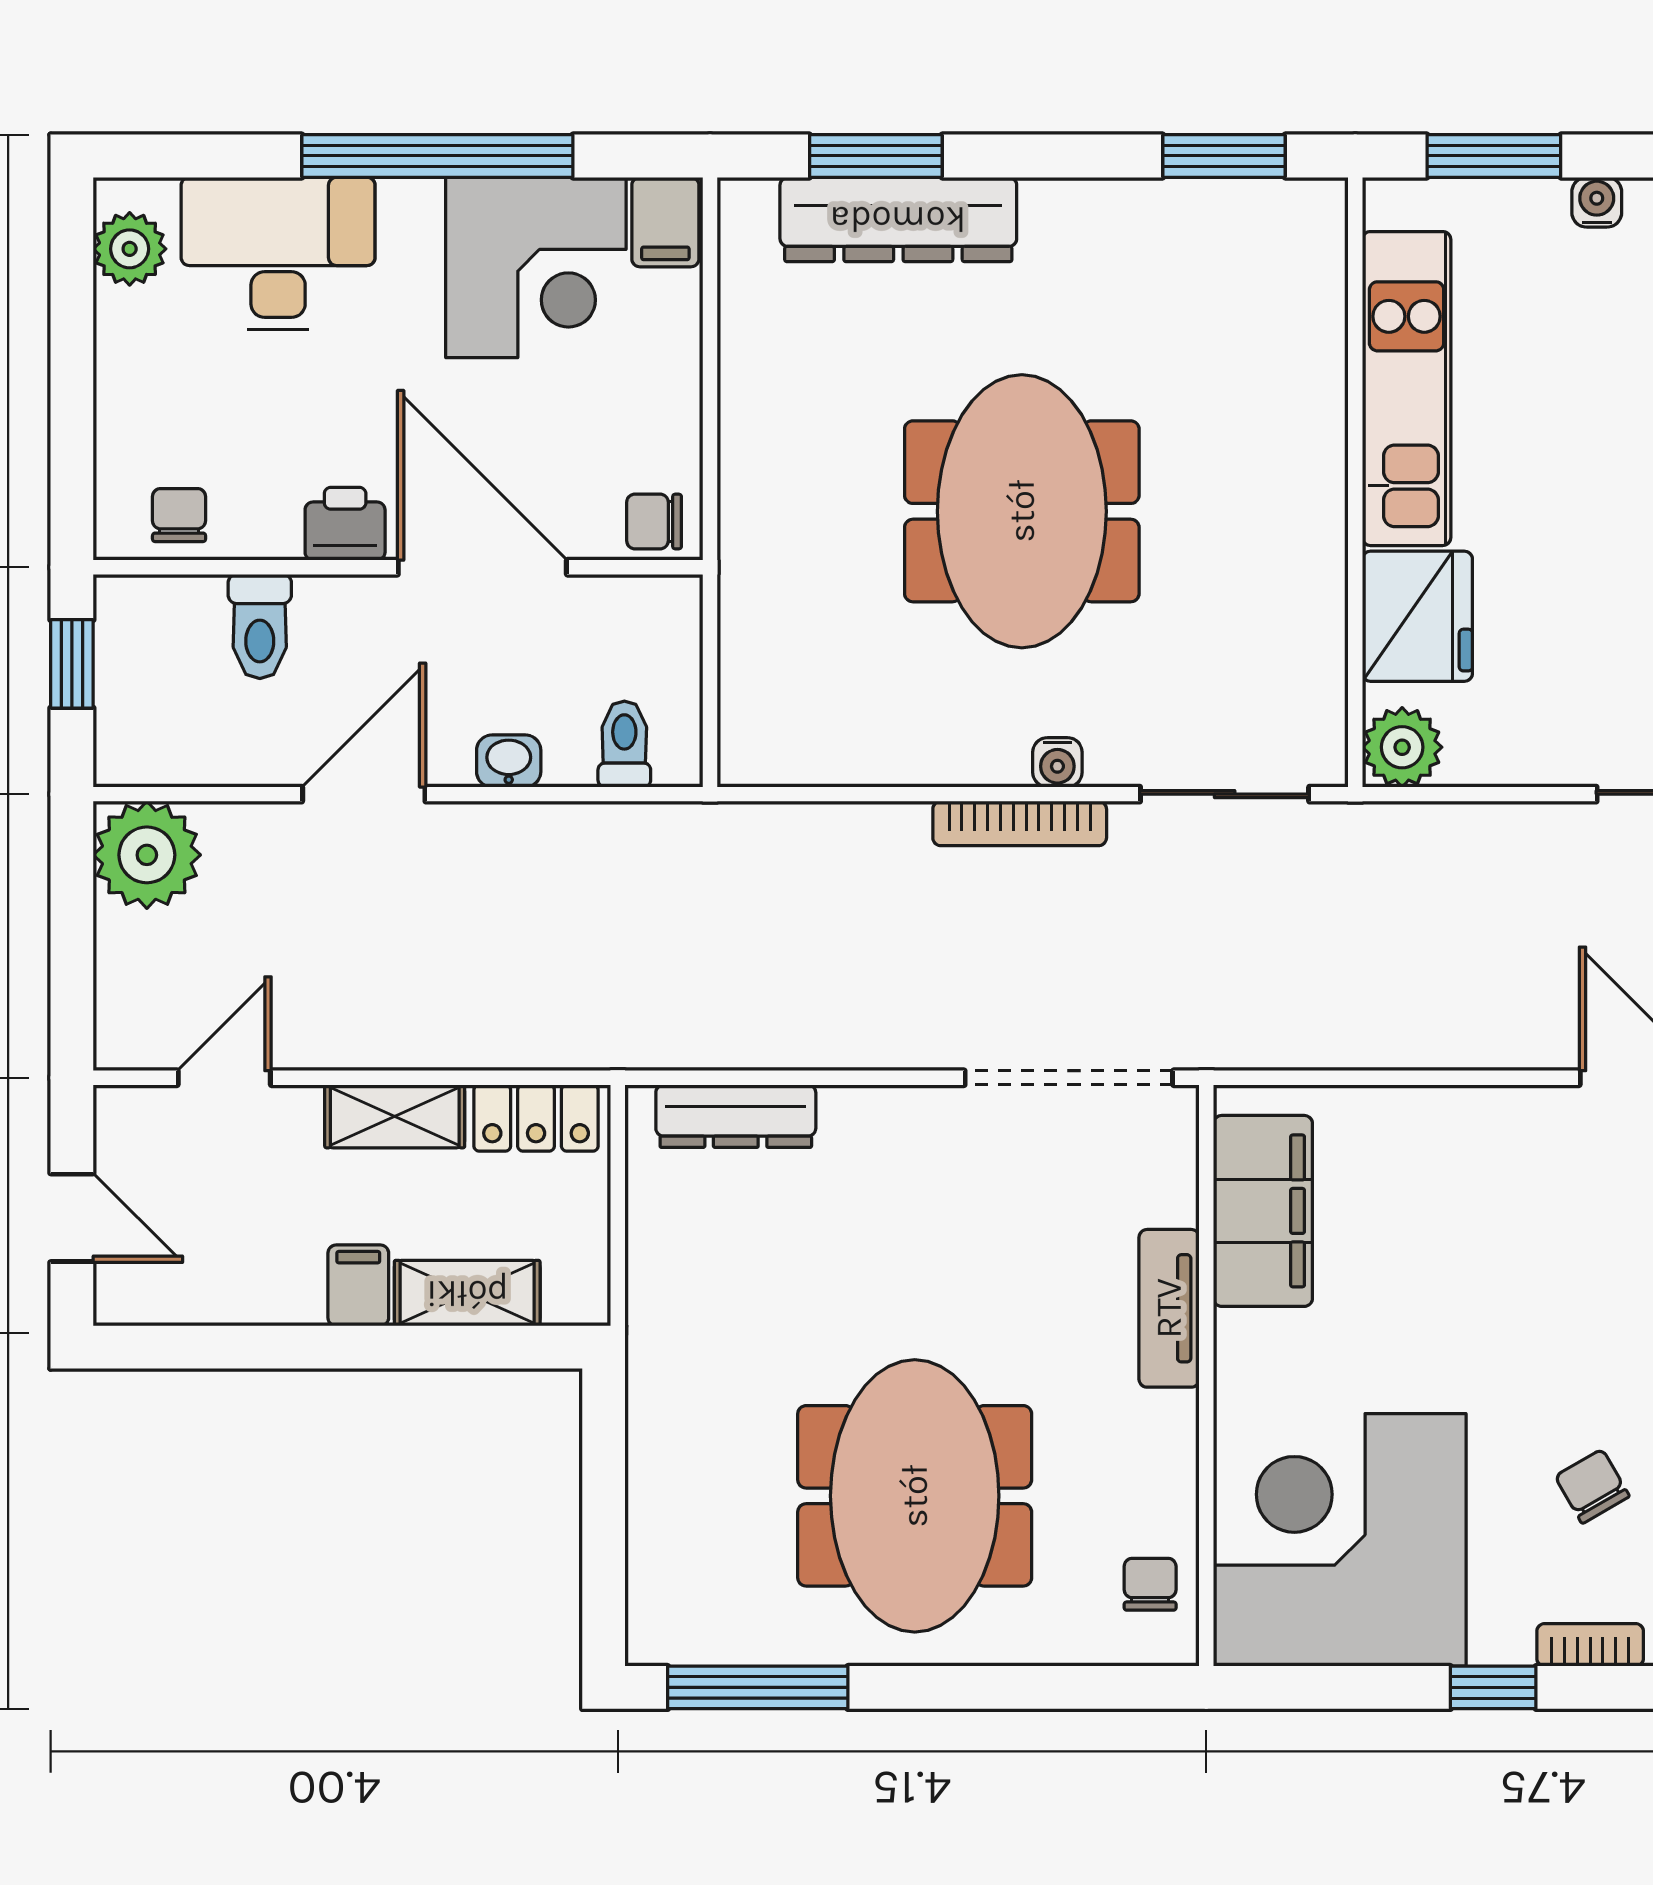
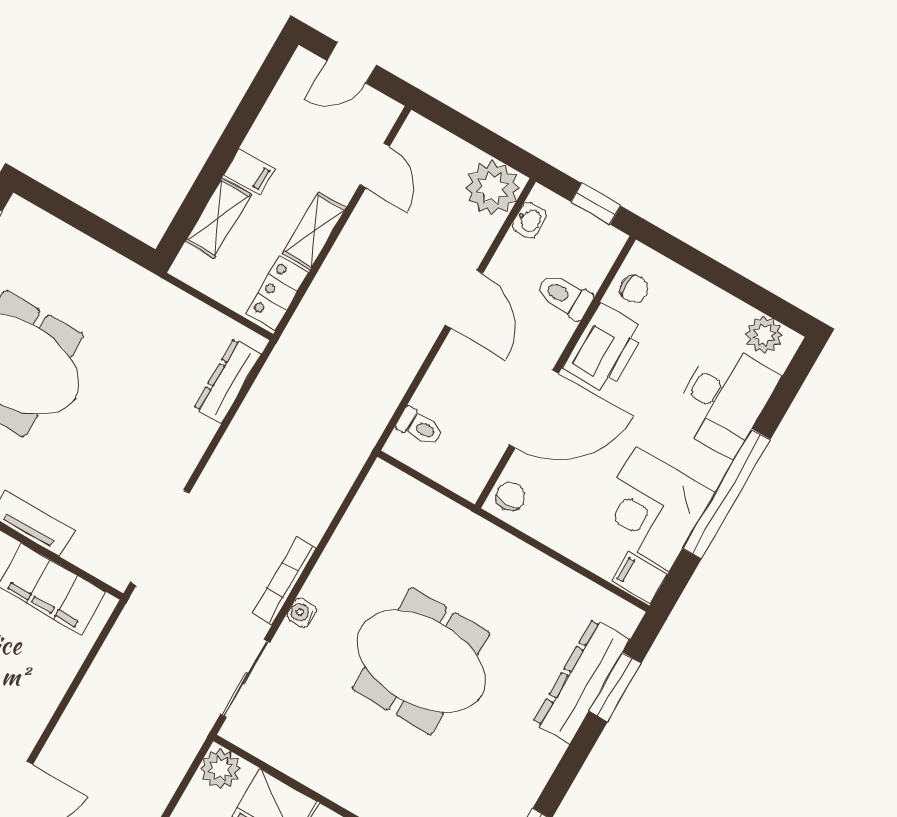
printer: (345, 524) -> (605, 349), width x1.87, depth x1.48
washbasin: (509, 761) -> (529, 220), moved

